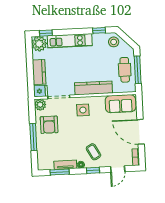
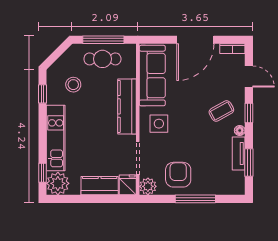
stool: (114, 42) -> (73, 85), moved
sofa: (121, 104) -> (152, 76), width x1.36
armchair: (49, 125) -> (178, 175), turned -90

